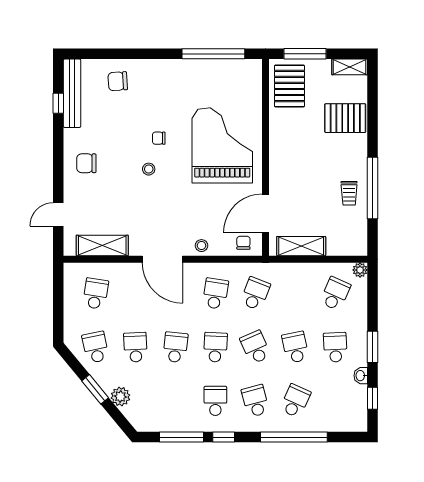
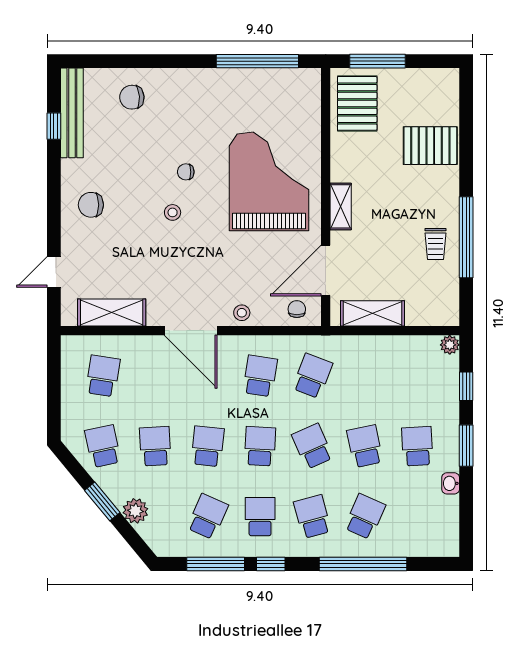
shelving: (350, 67) -> (341, 206), moved, turned 90
school desk: (335, 294) -> (208, 517), moved
window: (373, 398) -> (466, 386), moved

